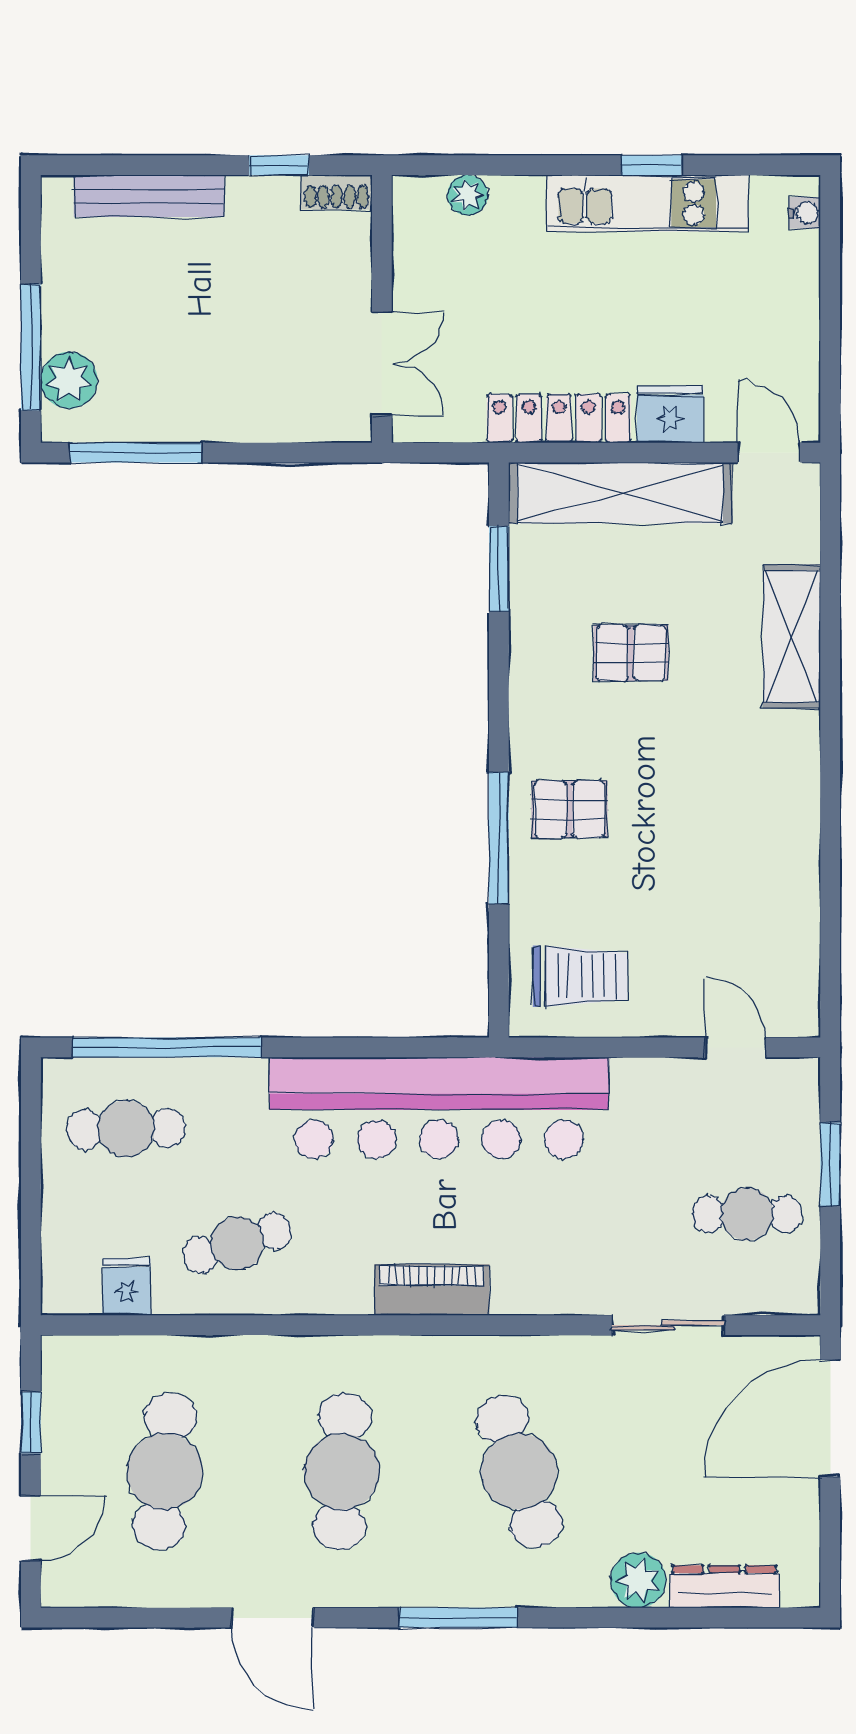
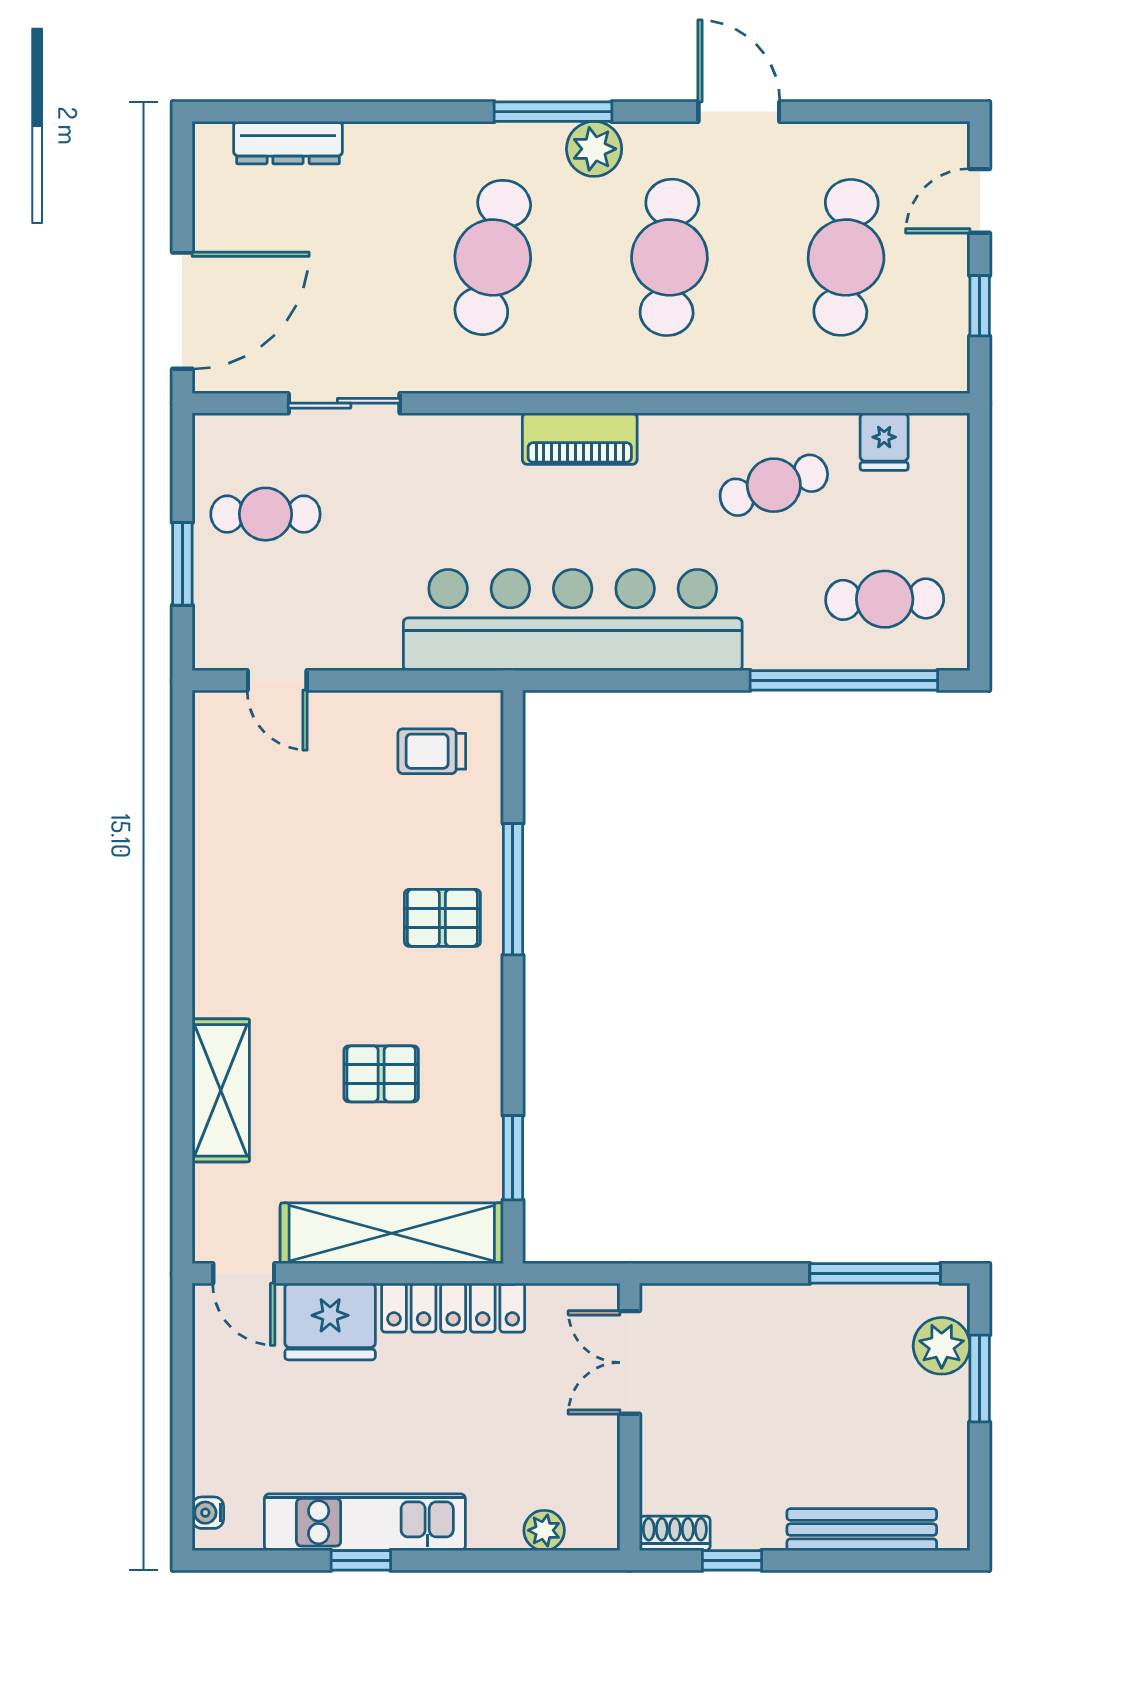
window: (31, 347) -> (980, 1379), width x0.69
fridge: (670, 414) -> (330, 1321), width x1.36, depth x1.34
trolley: (580, 976) -> (432, 751), width x0.73, depth x0.72
cafe table: (519, 1471) -> (493, 257), turned 30
plant: (638, 1580) -> (594, 149), moved

